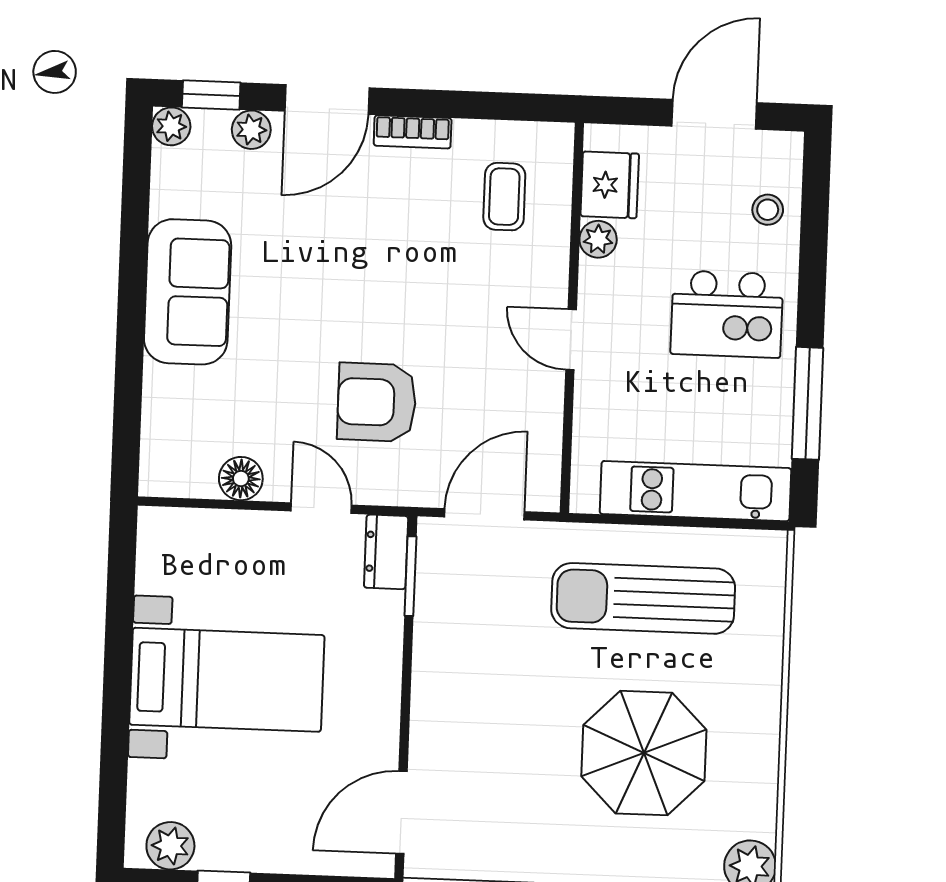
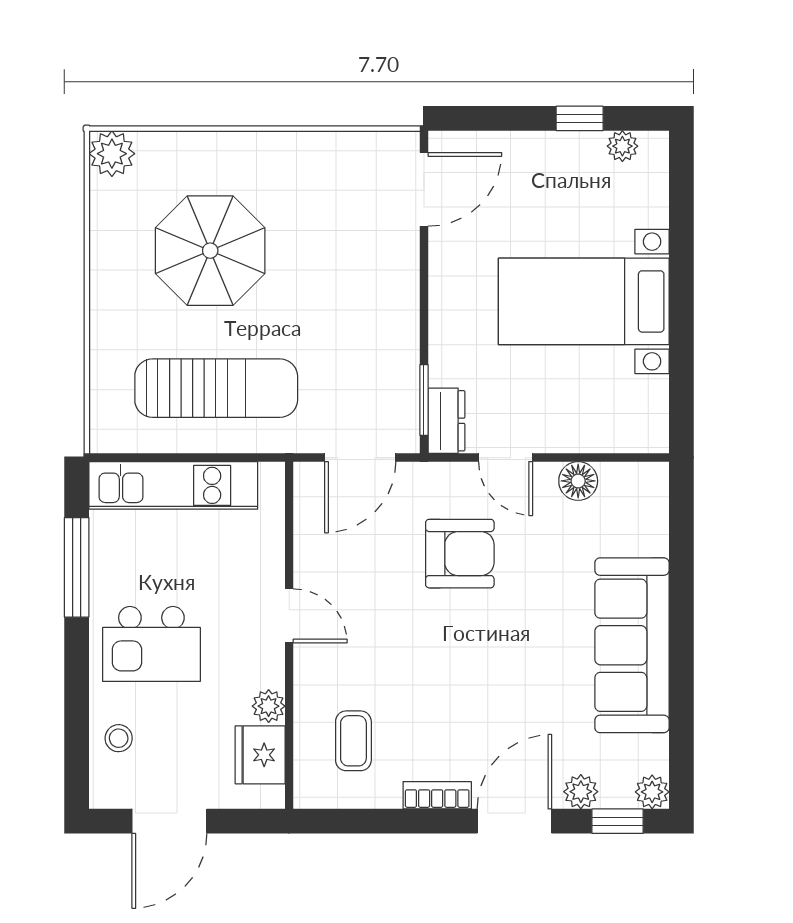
sofa: (188, 292) -> (632, 645), width x1.36
kitchen island: (727, 314) -> (151, 644), turned 180
plant: (170, 846) -> (622, 146), width x0.73, depth x0.73

